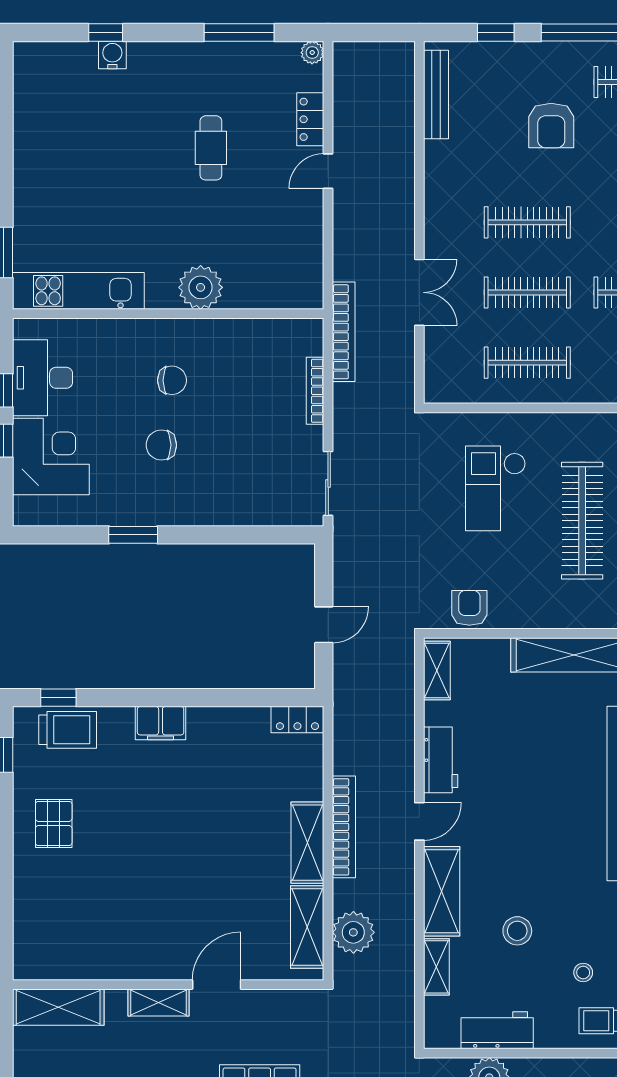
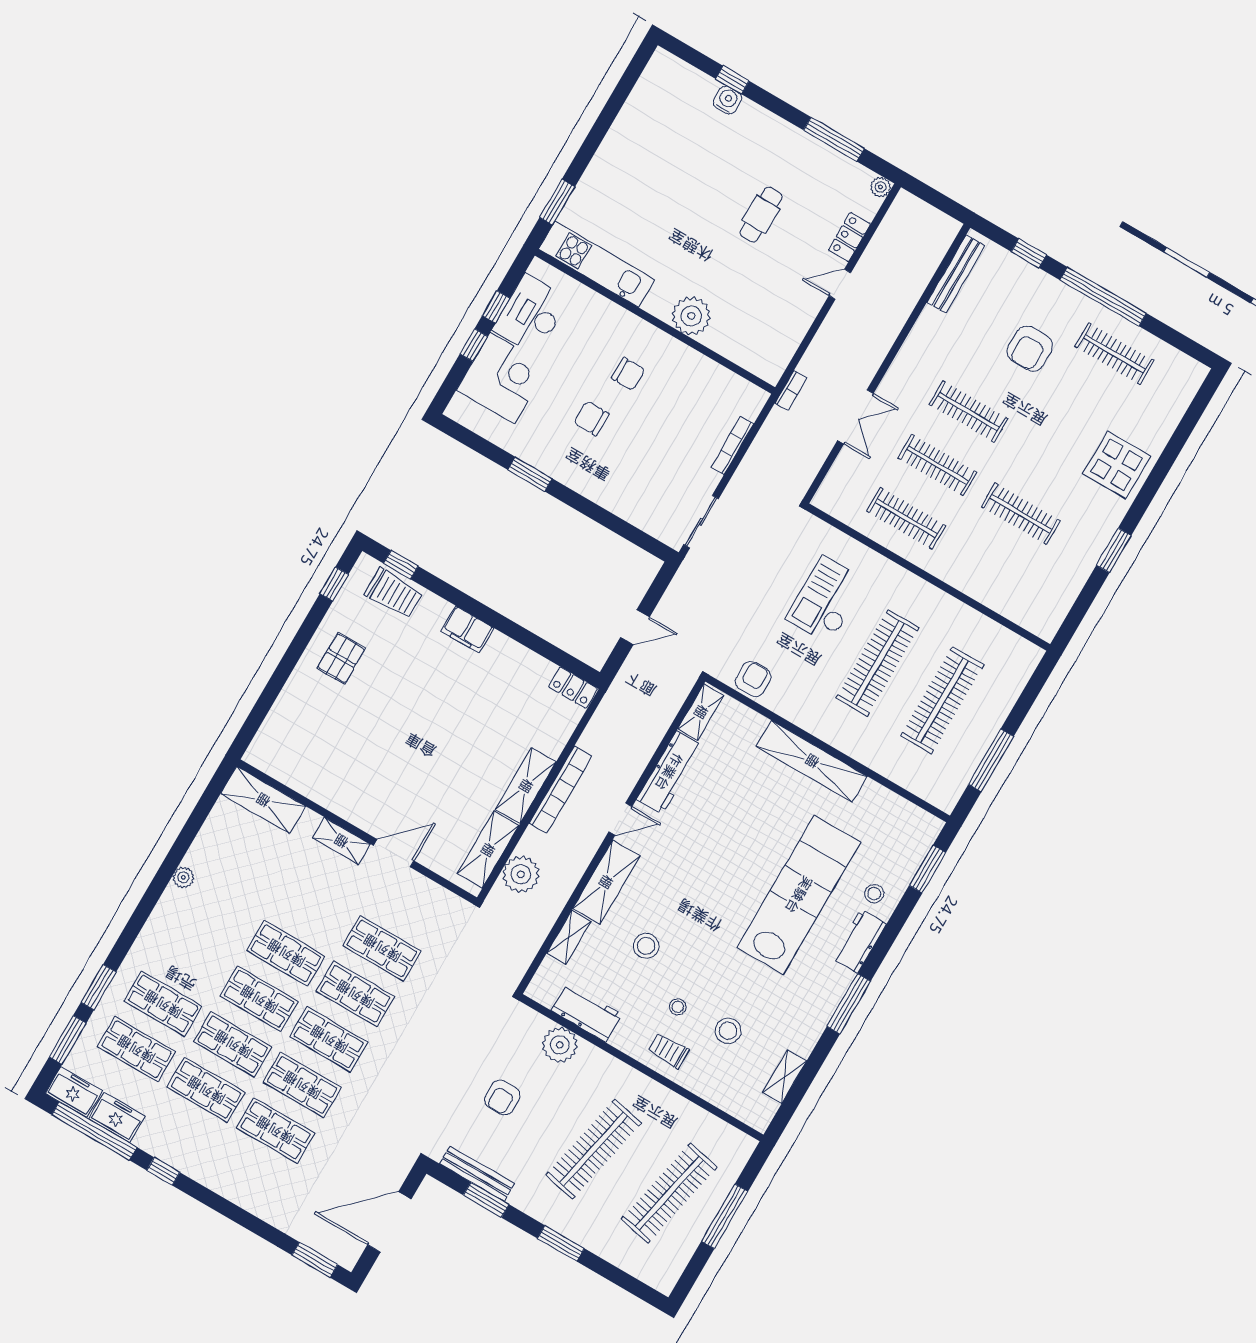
bookcase: (344, 332) -> (791, 391), width x0.43, depth x0.76
workbench: (441, 760) -> (669, 772), width x1.38

